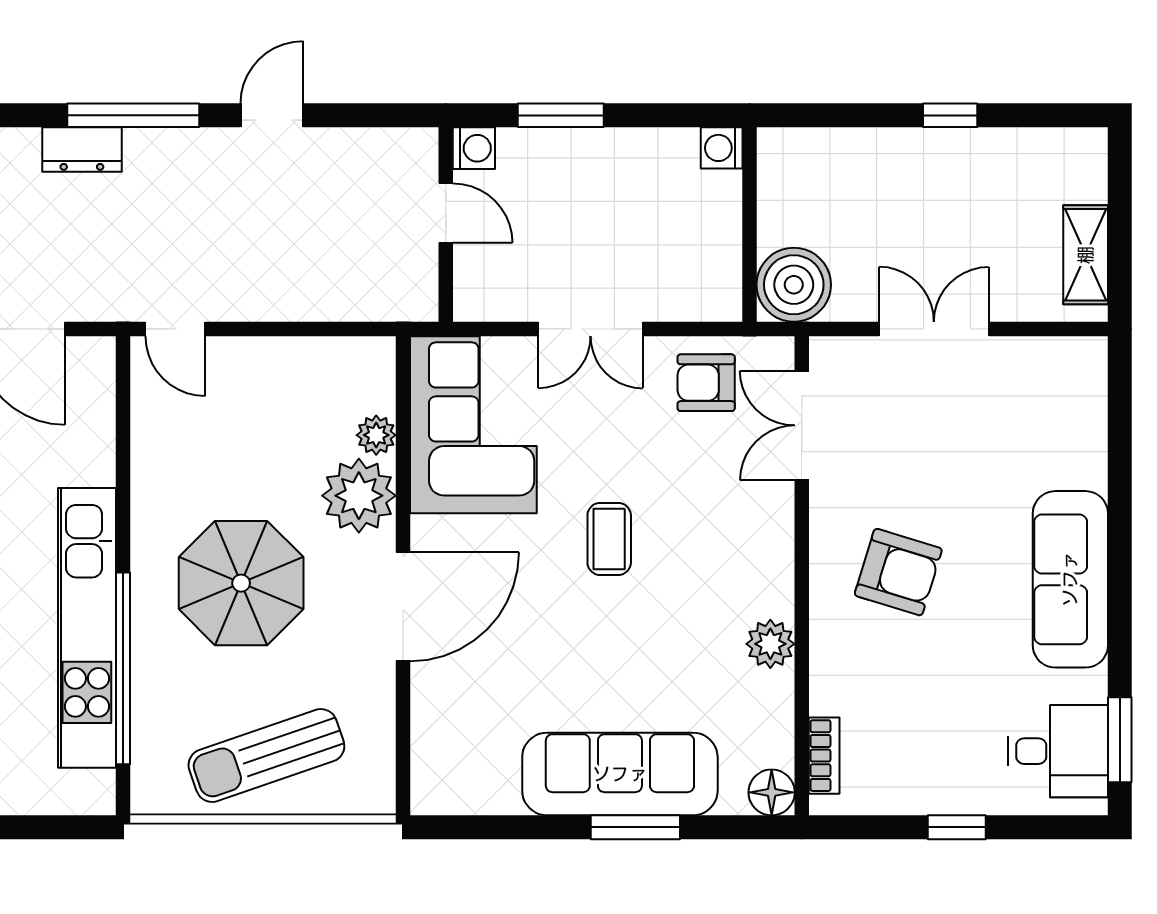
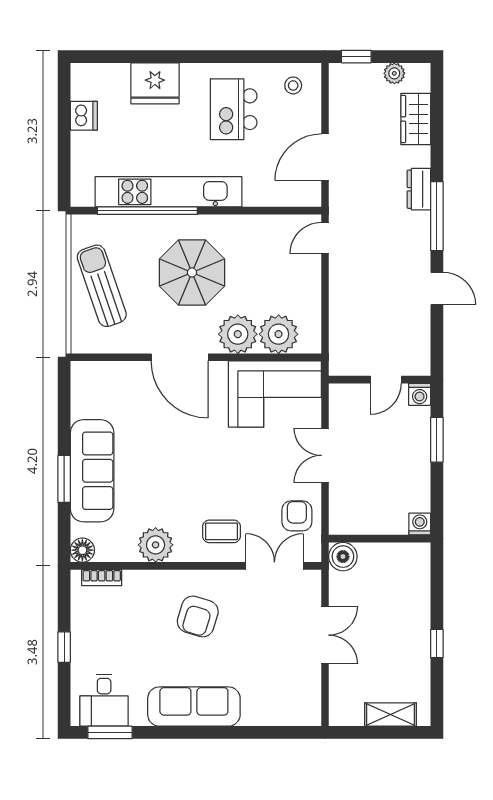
shelving: (1086, 255) -> (391, 715), moved
boiler: (794, 285) -> (343, 557), width x0.73, depth x0.73
plant: (376, 435) -> (279, 334), width x1.88, depth x1.88
coffee table: (609, 539) -> (222, 531), moved
plant: (770, 644) -> (156, 545), width x1.36, depth x1.36

